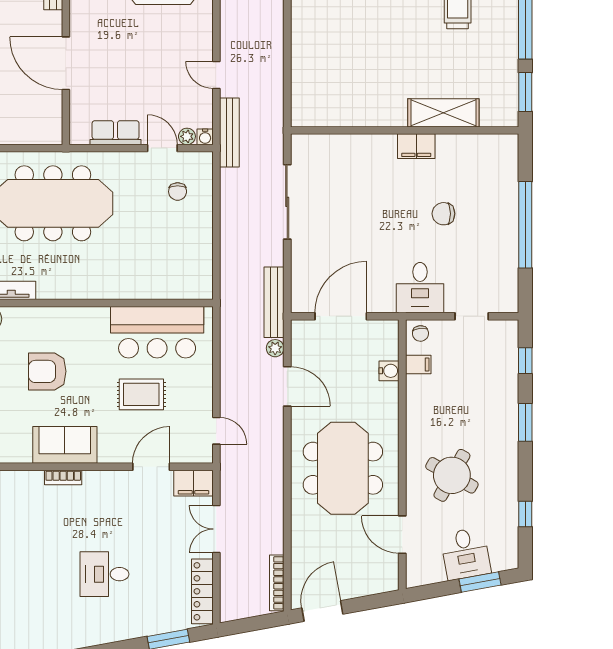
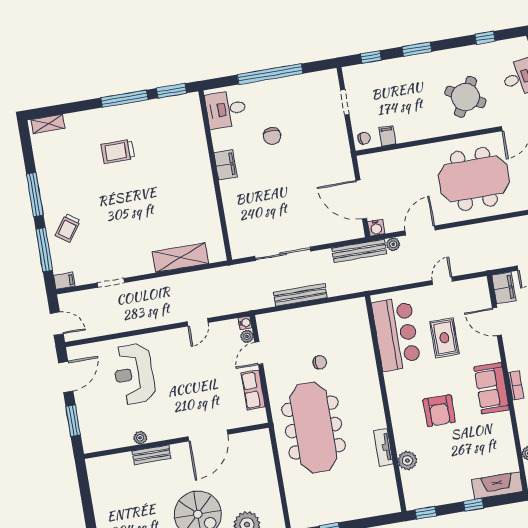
shelving: (443, 113) -> (180, 258), moved, turned 90
bench: (229, 132) -> (300, 295), moved
chair: (178, 192) -> (320, 362), moved
desk: (420, 288) -> (226, 109), moved, turned 180
water cooler: (389, 371) -> (376, 228), moved, turned 180
door: (216, 431) -> (442, 281), moved

